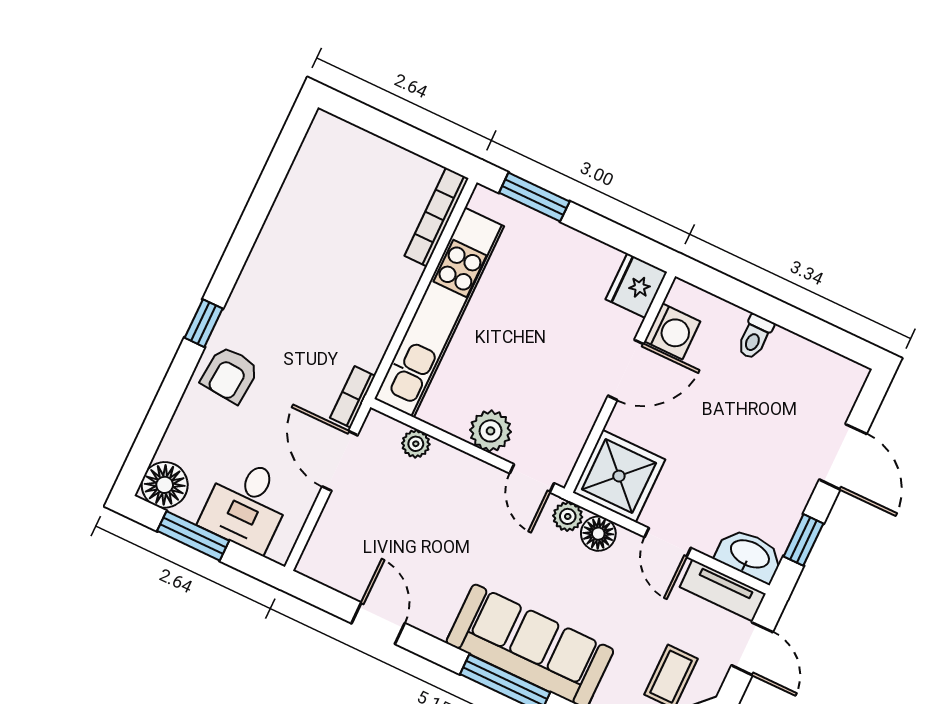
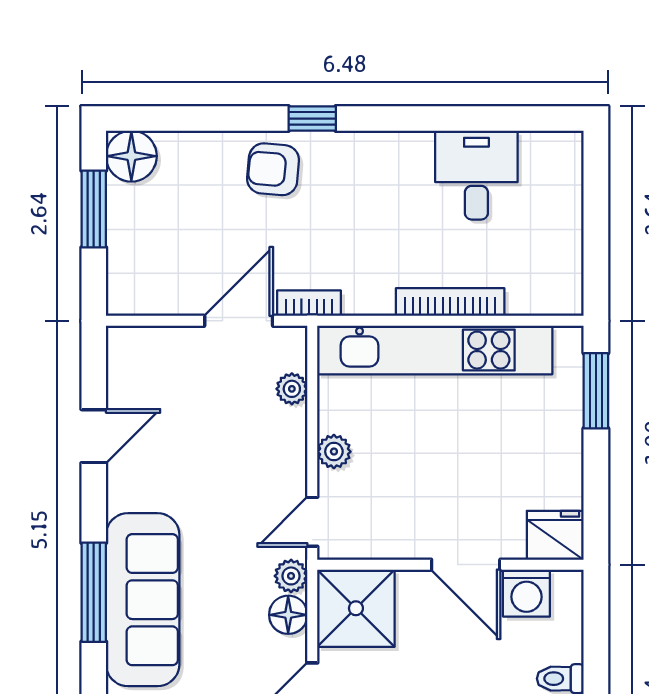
bookcase: (437, 217) -> (450, 302), moved
plant: (491, 431) -> (334, 452), width x0.73, depth x0.73
desk: (247, 505) -> (476, 175), moved, turned 90

